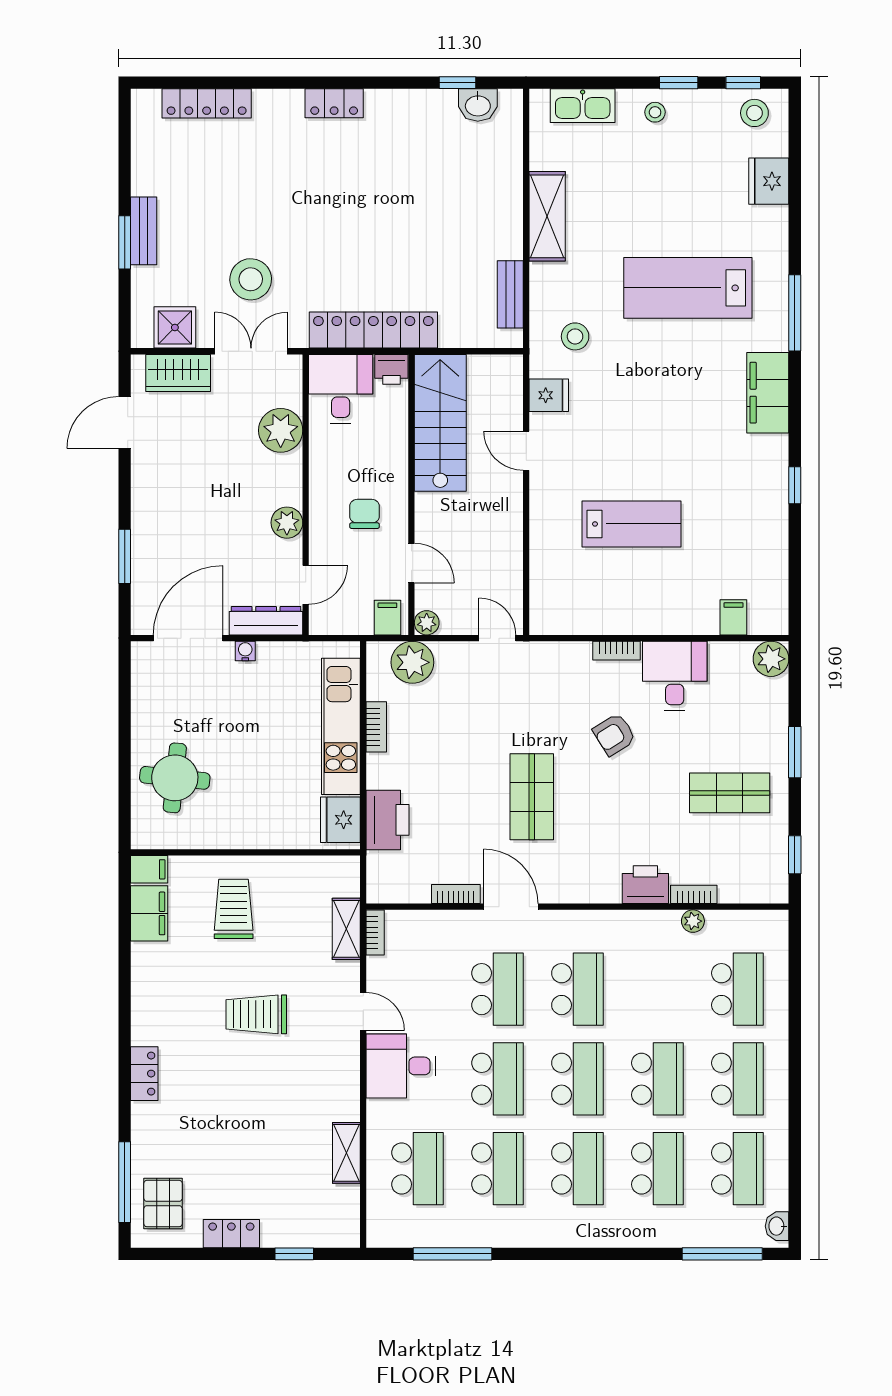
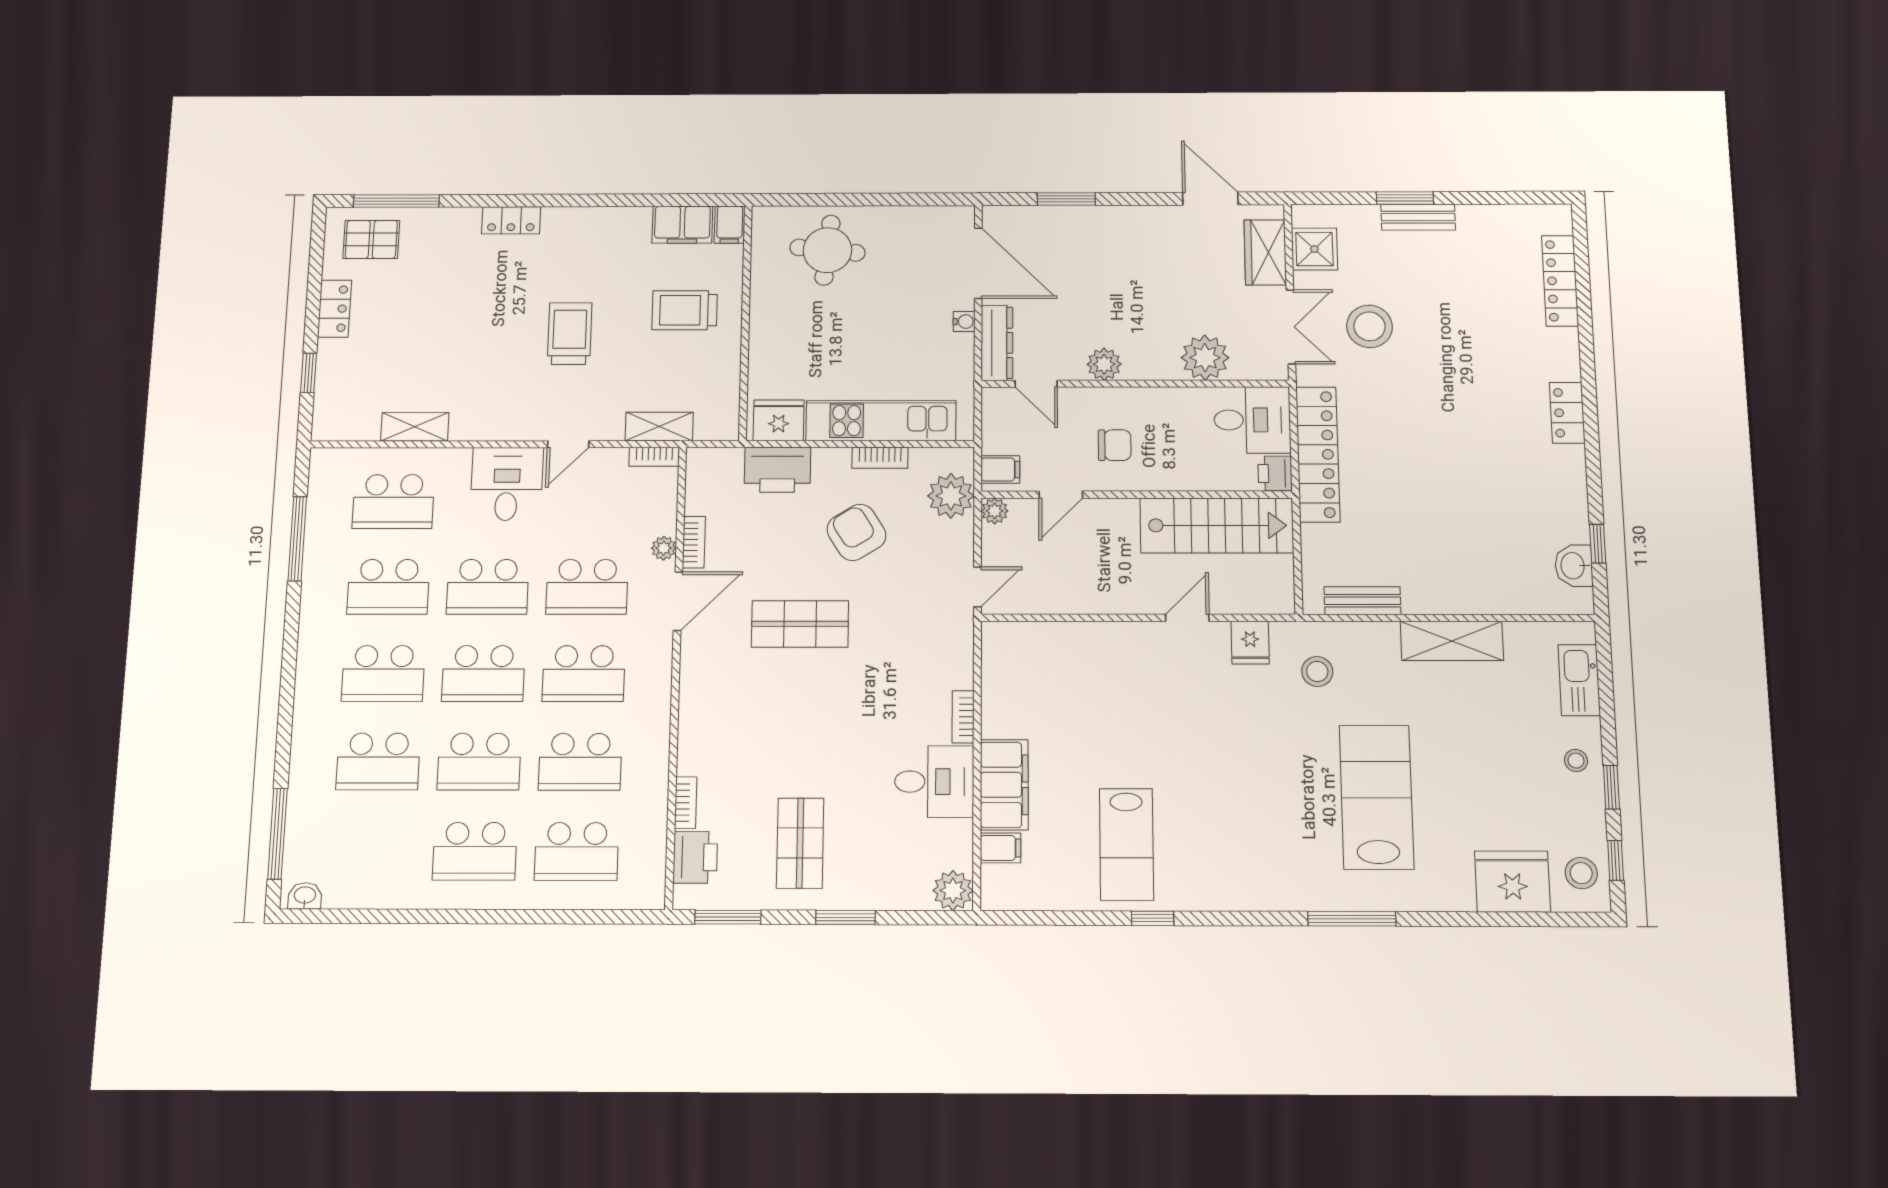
fridge: (769, 181) -> (1512, 882), width x1.36, depth x1.34
filing cabinet: (768, 393) -> (1004, 785), moved, turned 90
lab bench: (632, 524) -> (1126, 844), moved
armchair: (614, 734) -> (856, 532), moved, width x1.38, depth x1.38
window: (795, 855) -> (728, 917), width x1.50
printer: (645, 885) -> (695, 857), moved
trolley: (234, 909) -> (685, 310), turned 180
plant: (693, 921) -> (664, 548), moved
school desk: (737, 1169) -> (580, 762), moved

